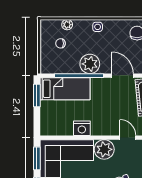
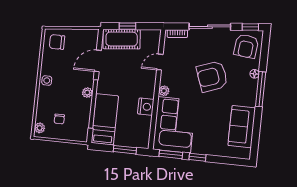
plant: (67, 25) -> (40, 128), moved
plant: (90, 64) -> (87, 93), width x0.53, depth x0.53
window: (37, 95) -> (125, 150), moved
plant: (104, 149) -> (164, 91), width x0.53, depth x0.53

